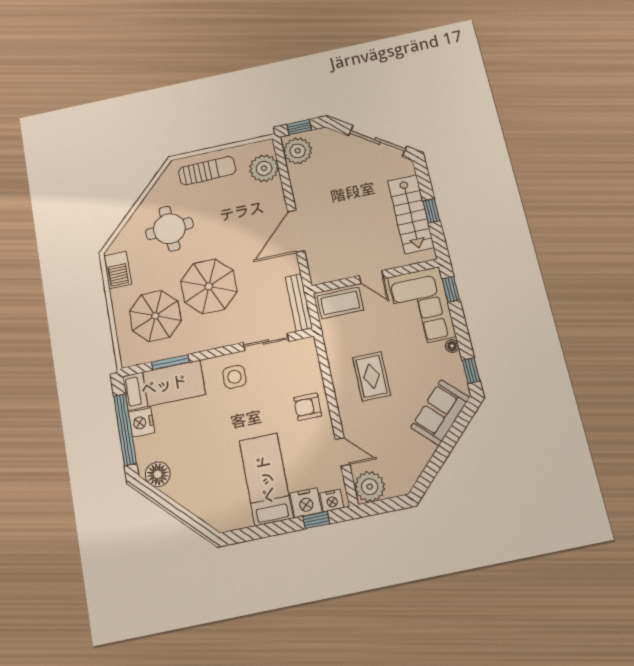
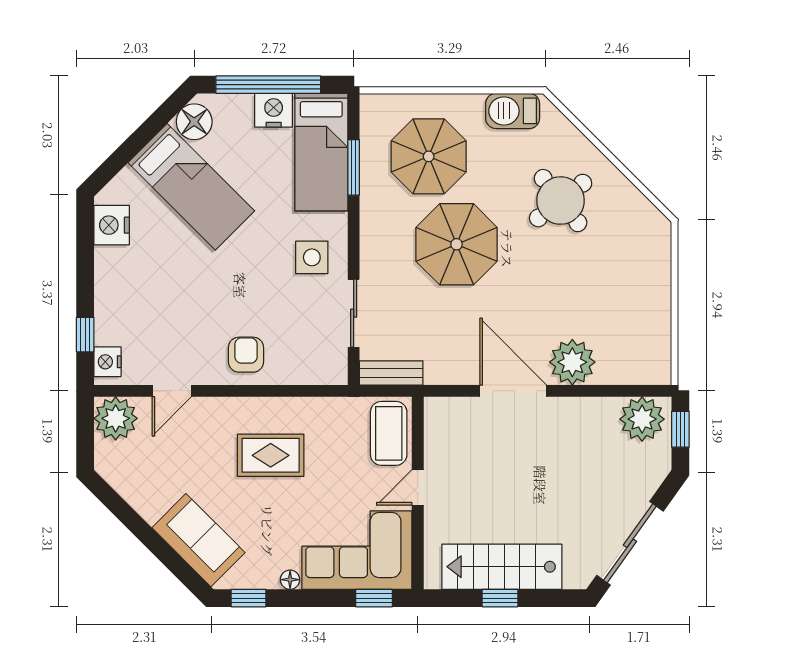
plant: (264, 168) -> (572, 362), moved
sun lounger: (207, 171) -> (641, 274), removed
round table: (169, 229) -> (561, 201), turned -34
bench: (299, 302) -> (391, 373), width x0.73
bed: (266, 479) -> (191, 187), moved, turned 45
nightstand: (306, 503) -> (112, 225), moved

